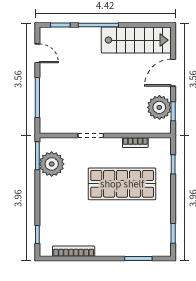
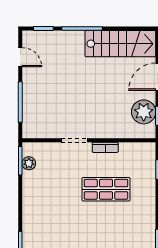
bookcase: (135, 142) -> (105, 147), moved
plant: (52, 164) -> (29, 163), width x0.53, depth x0.53
shop shelf: (122, 184) -> (106, 189), width x0.70, depth x0.74

